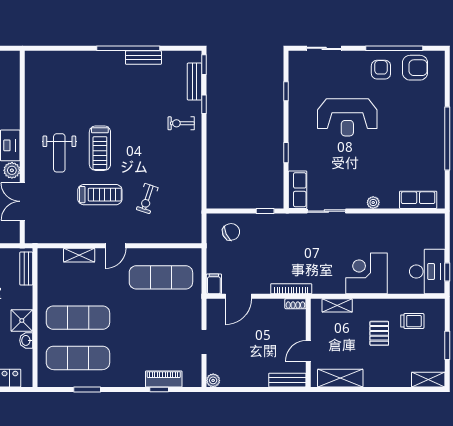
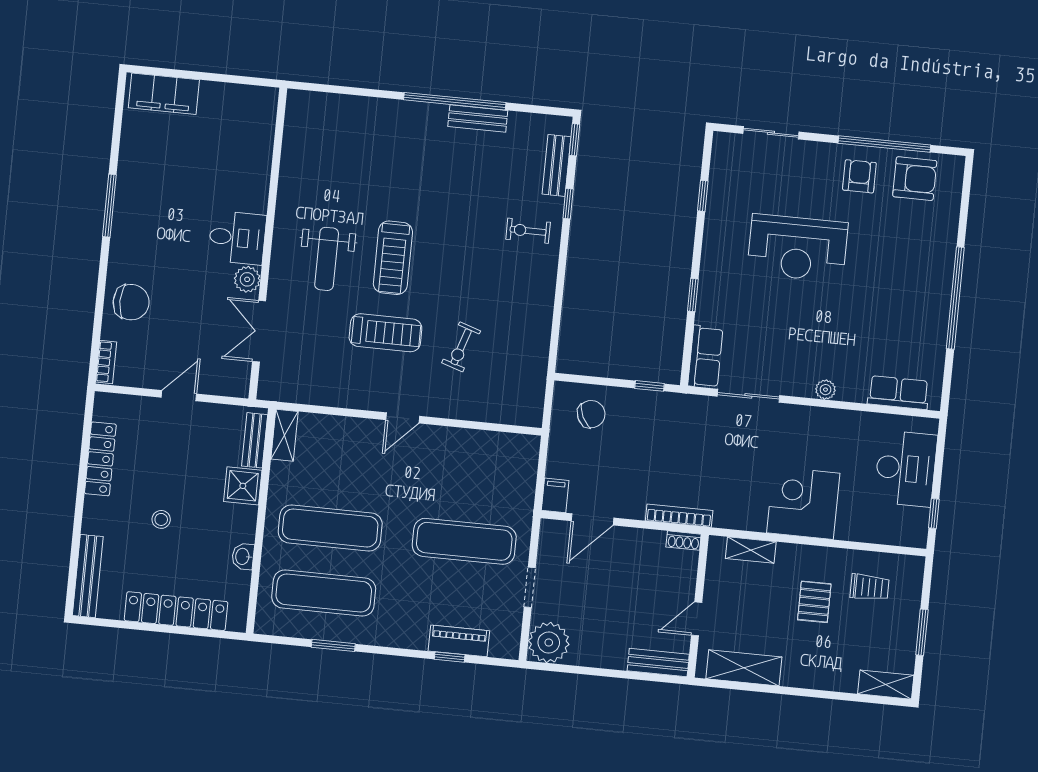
shelving: (79, 255) -> (285, 435), moved, turned 90
desk: (427, 272) -> (906, 468), moved
exercise mat: (161, 277) -> (464, 541), moved
shower: (22, 321) -> (243, 486), moved
plant: (213, 380) -> (549, 643), width x1.88, depth x1.88

